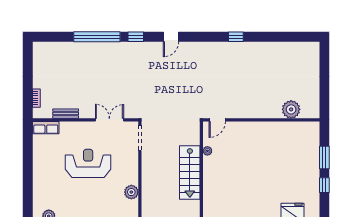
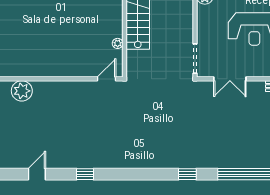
window: (136, 37) -> (187, 174), moved
door: (171, 37) -> (37, 174), moved

